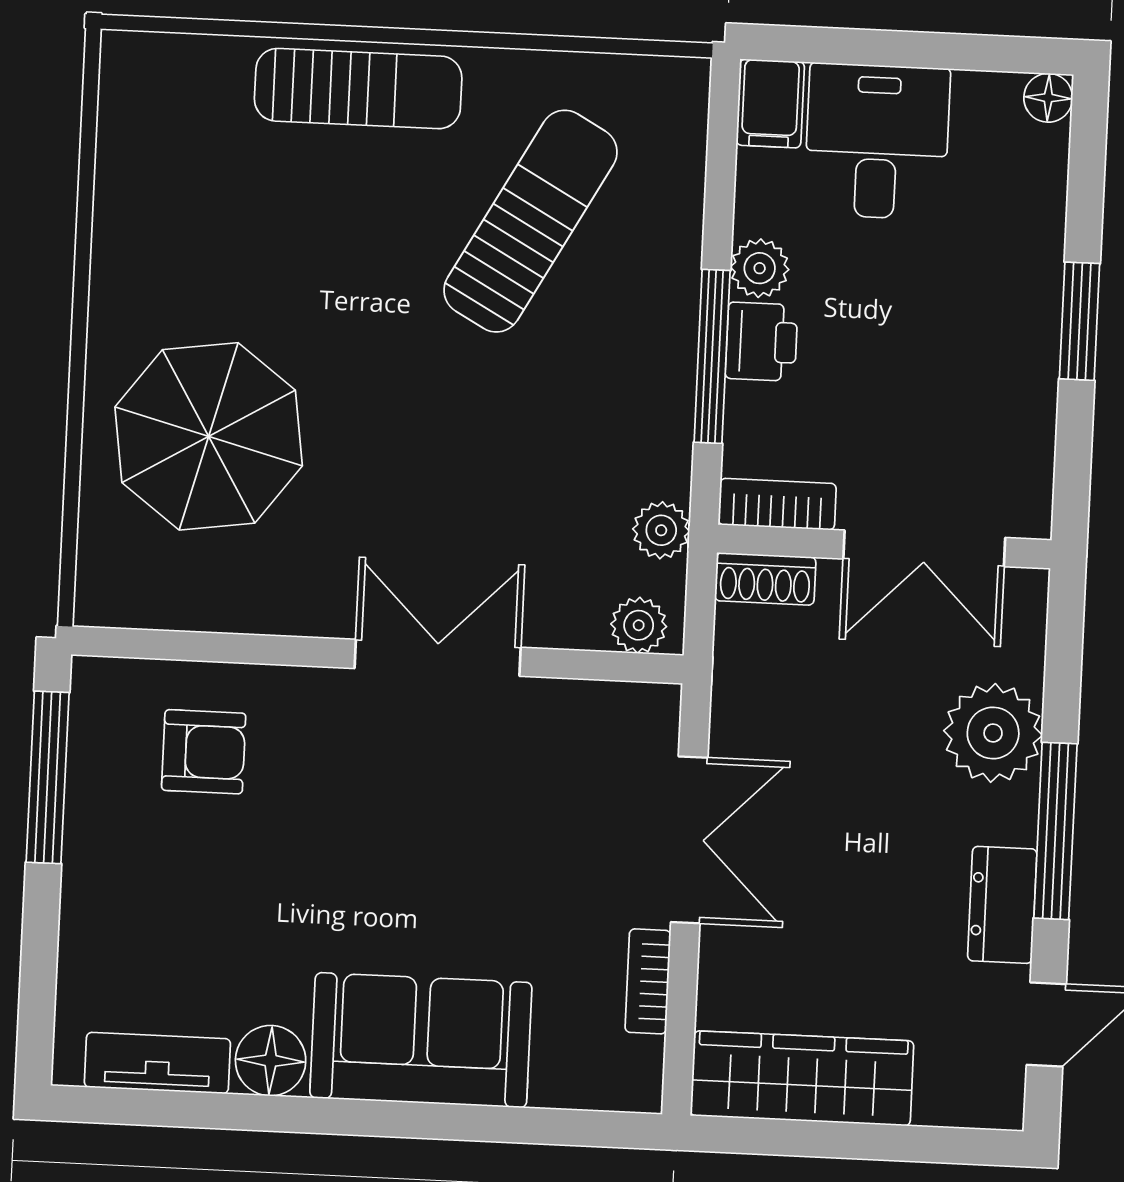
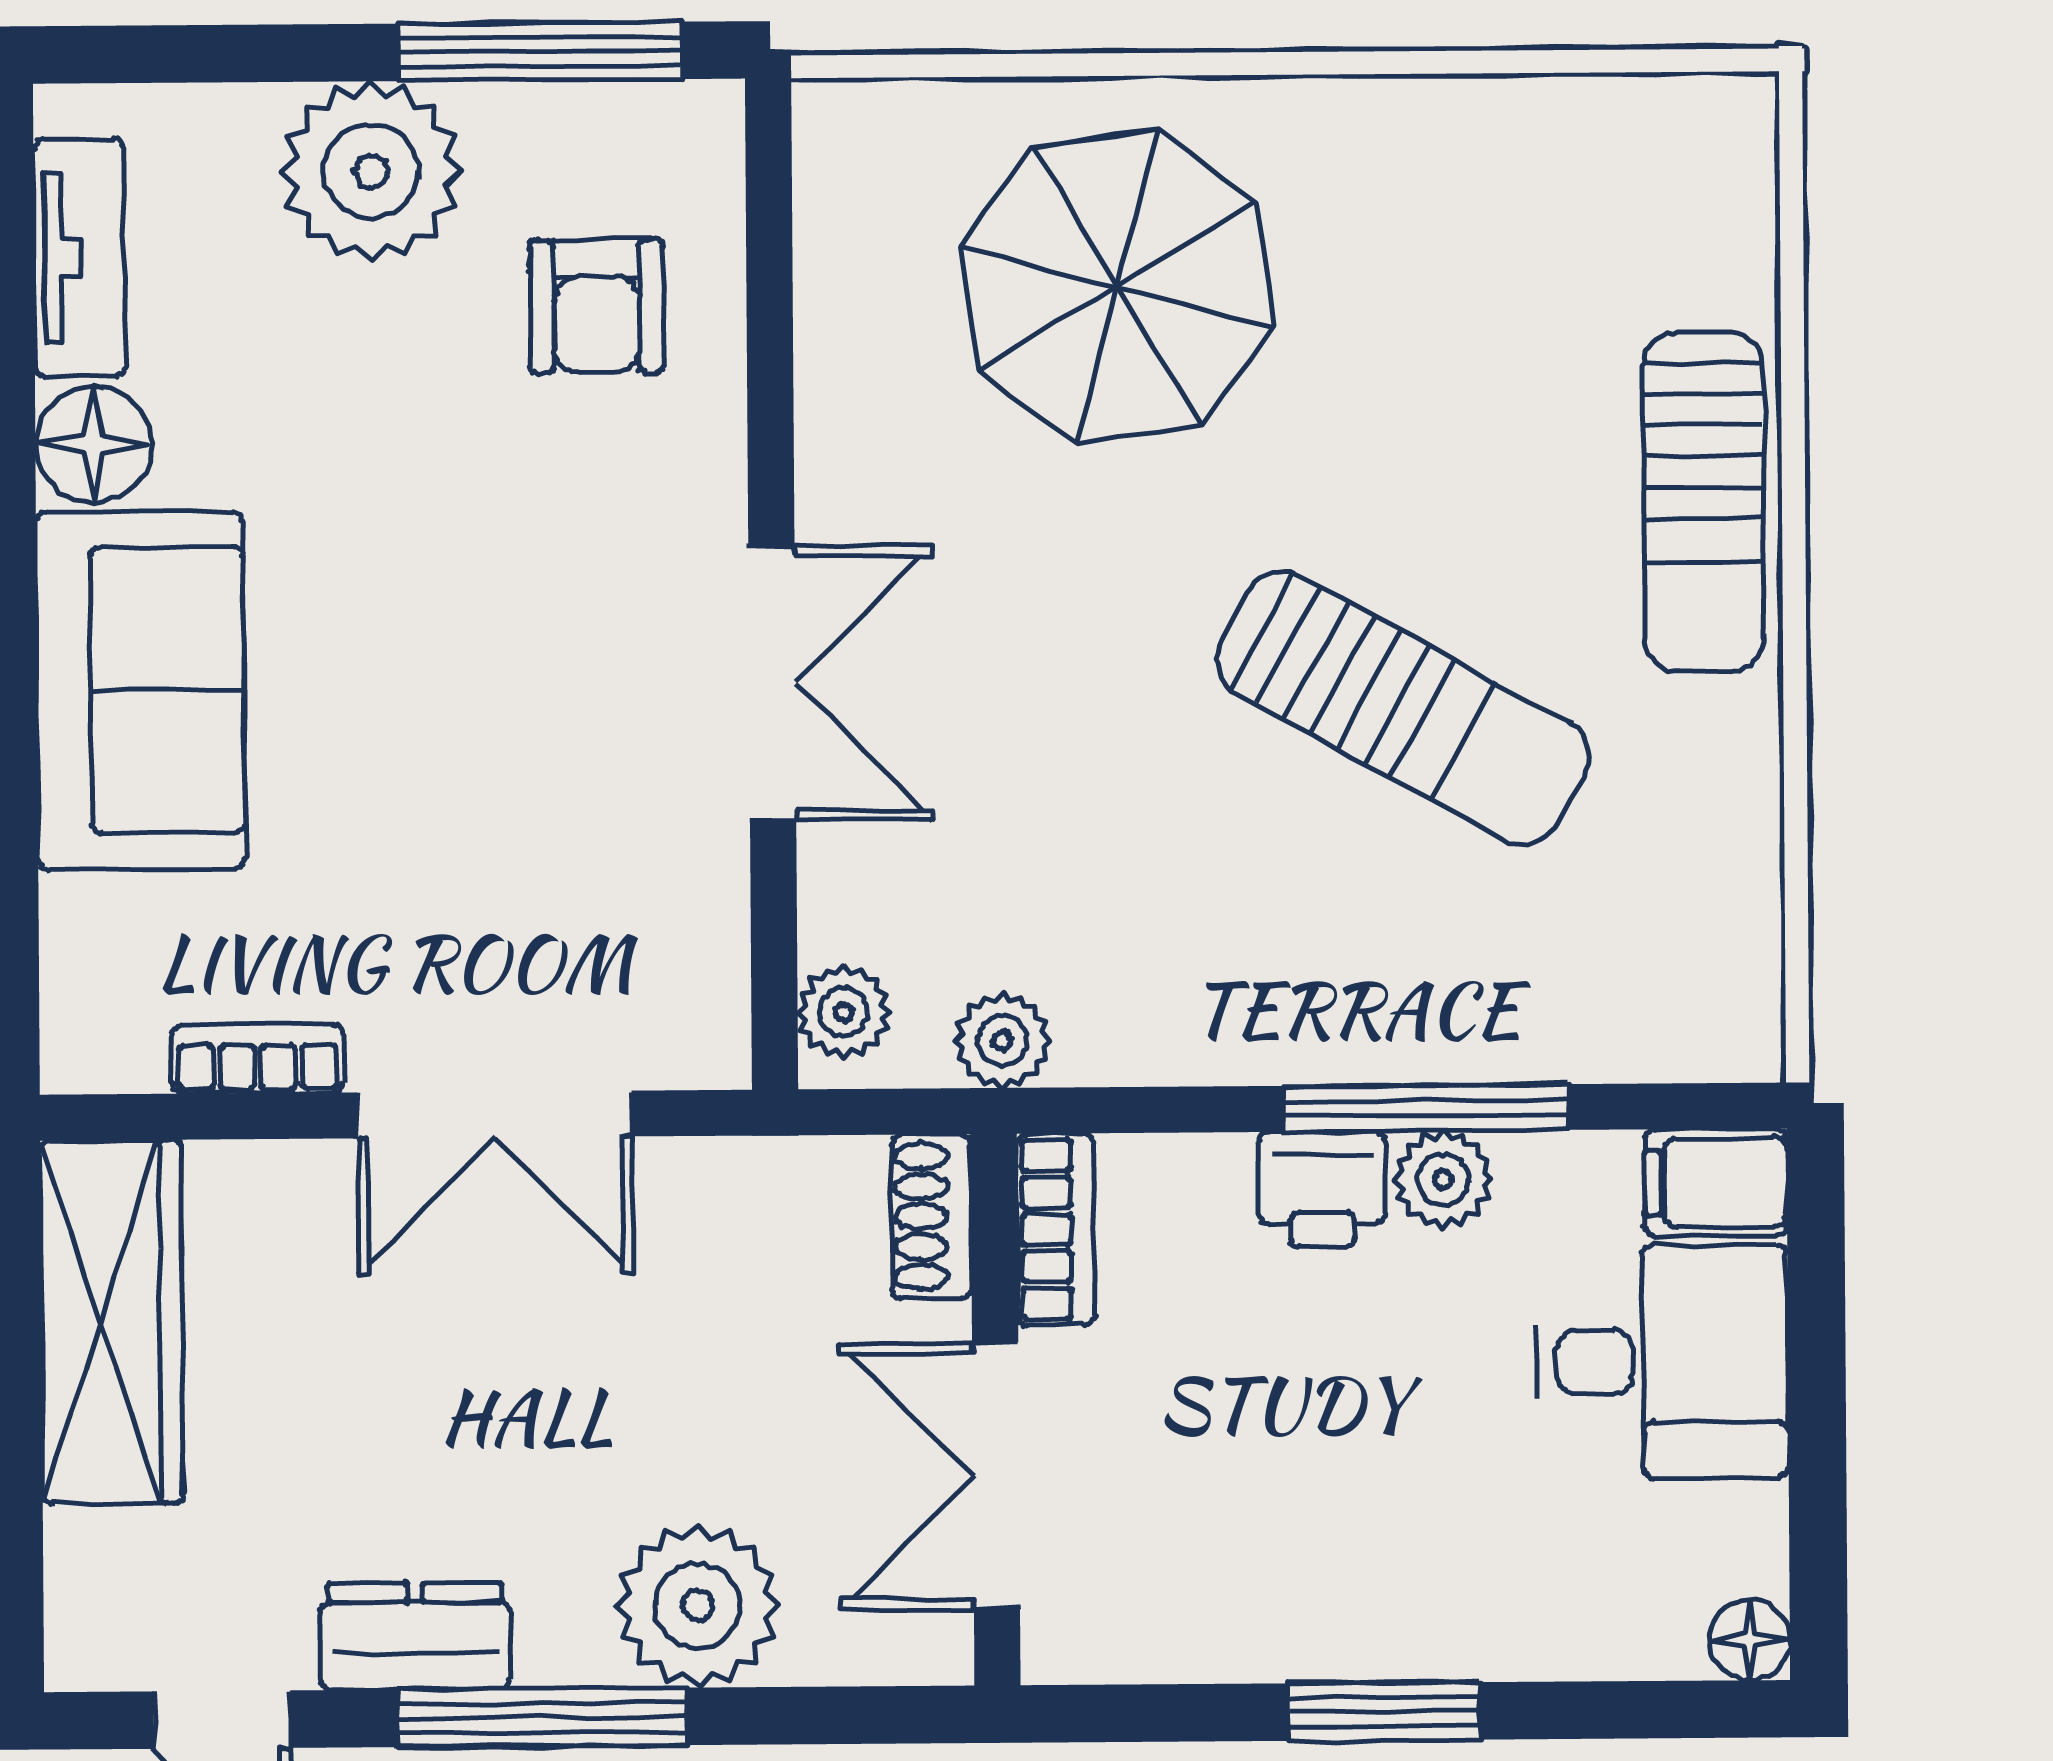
sun lounger: (531, 221) -> (1403, 708), moved
window: (712, 356) -> (1426, 1108), moved
plant: (115, 884) -> (371, 172), added

